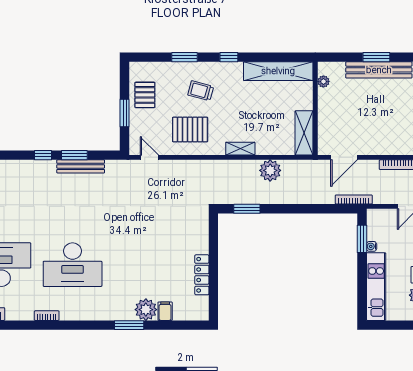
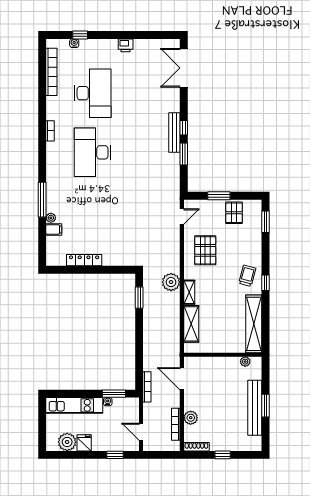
window: (185, 57) -> (266, 222), moved
trolley: (201, 91) -> (247, 276), moved
pallet: (145, 95) -> (234, 213), turned 90
shelving: (304, 133) -> (191, 324), moved, turned 90
plant: (391, 147) -> (191, 418), added
bench: (81, 166) -> (174, 133), moved
plant: (270, 170) -> (171, 282), moved
plant: (146, 310) -> (51, 218), width x0.53, depth x0.53
window: (129, 325) -> (42, 200), width x1.44

